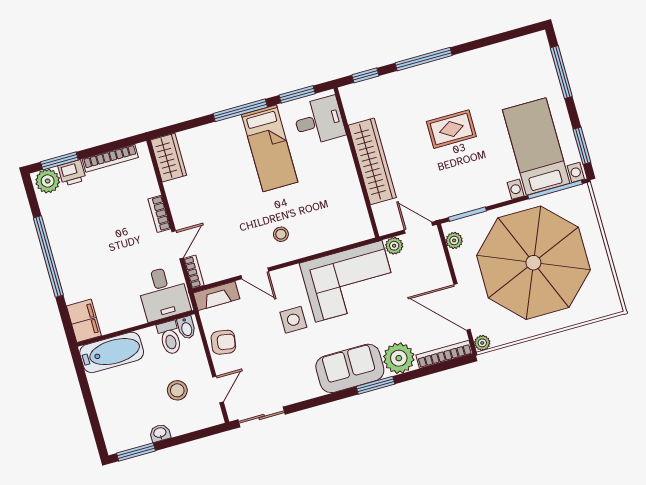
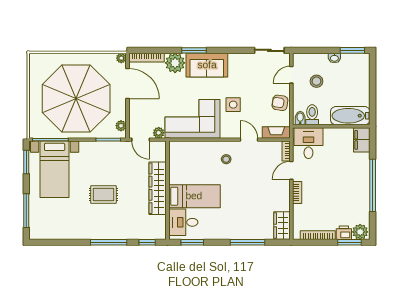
window: (240, 110) -> (247, 242), moved
bed: (270, 148) -> (194, 196), moved, turned 90

